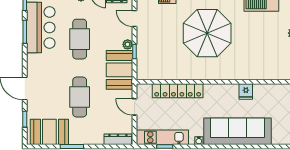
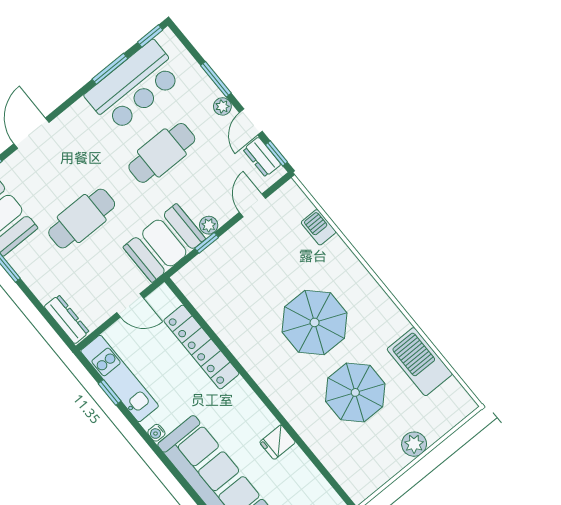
parasol: (207, 33) -> (315, 322), width x0.73, depth x0.73
parasol: (252, 40) -> (355, 392), added
door: (134, 107) -> (130, 305), swing flipped

